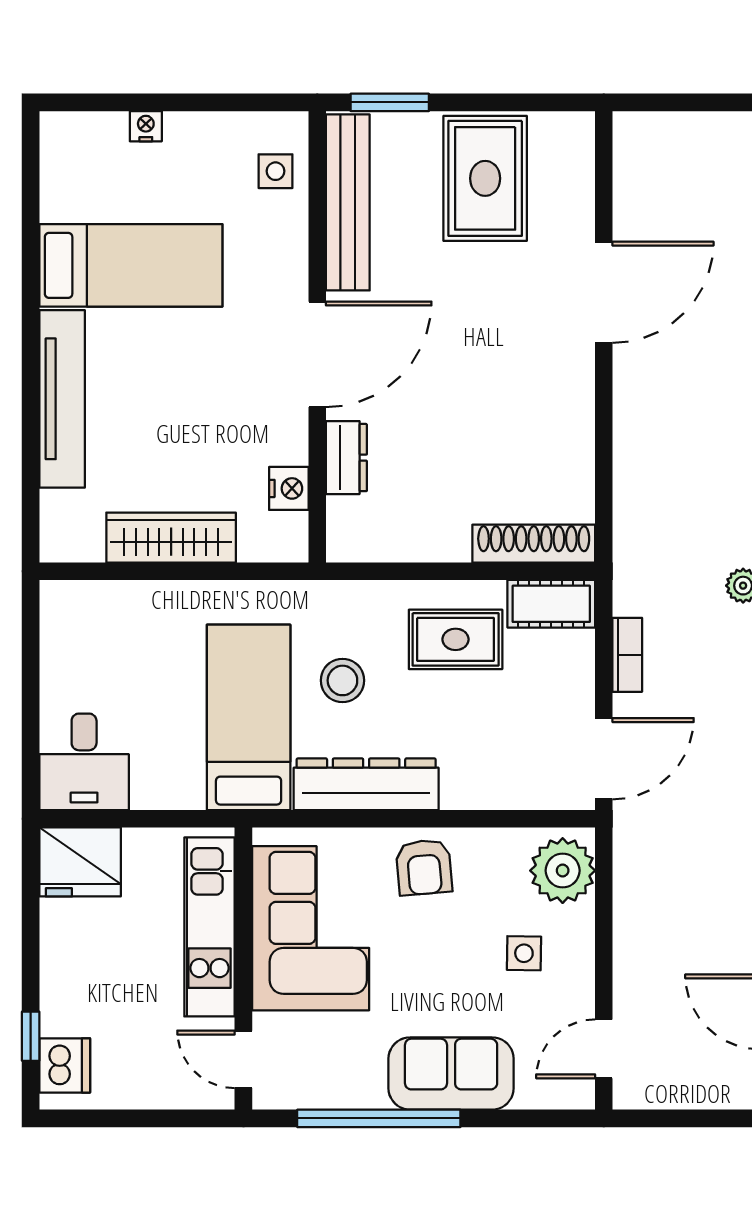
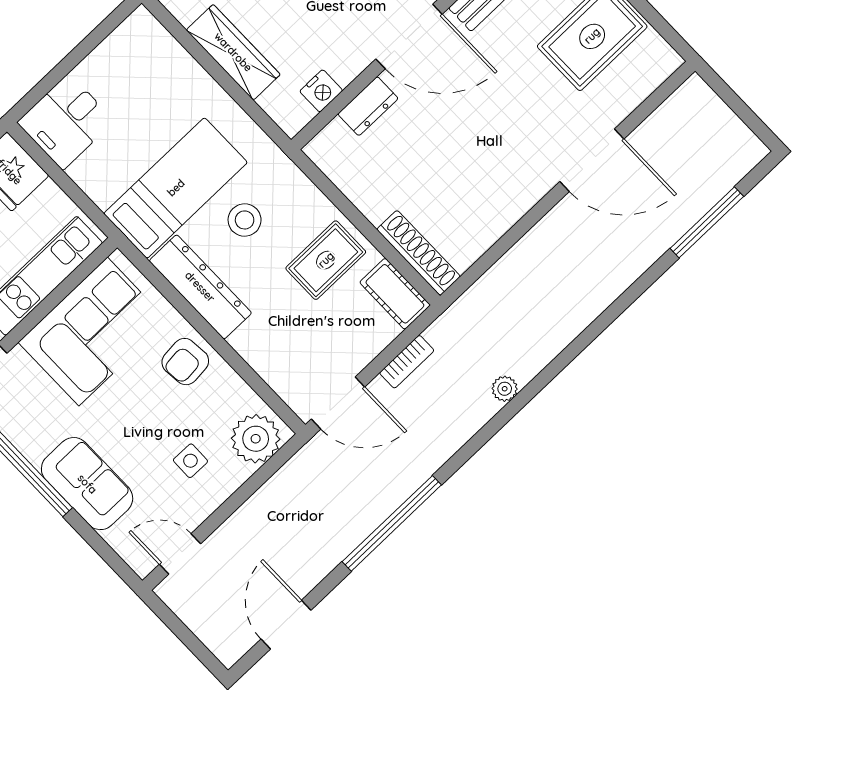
rug: (456, 639) -> (326, 260), turned 90

